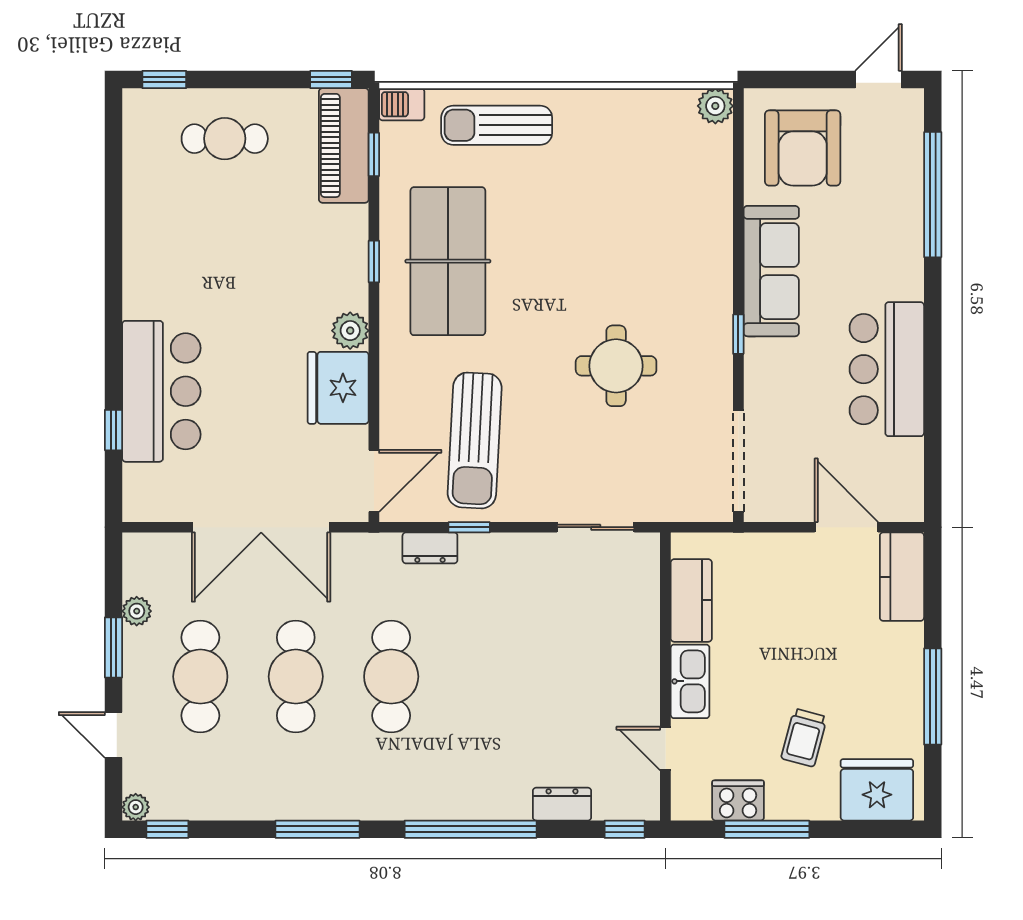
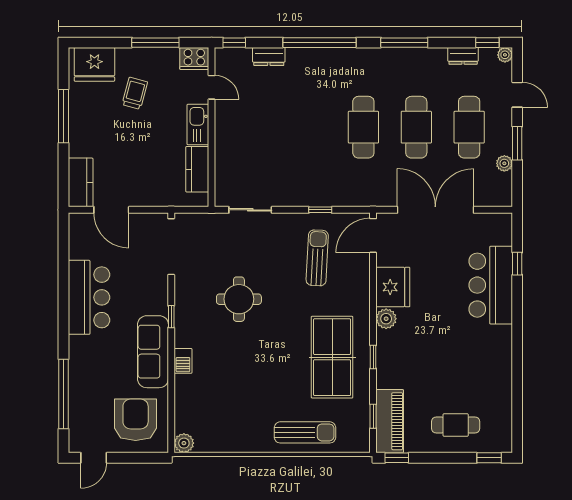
barbecue: (402, 104) -> (183, 361), moved, turned 90
sun lounger: (475, 440) -> (317, 258), width x0.73, depth x0.75
dresser: (430, 548) -> (463, 56), moved, turned 180
cooker: (738, 800) -> (194, 58), moved

